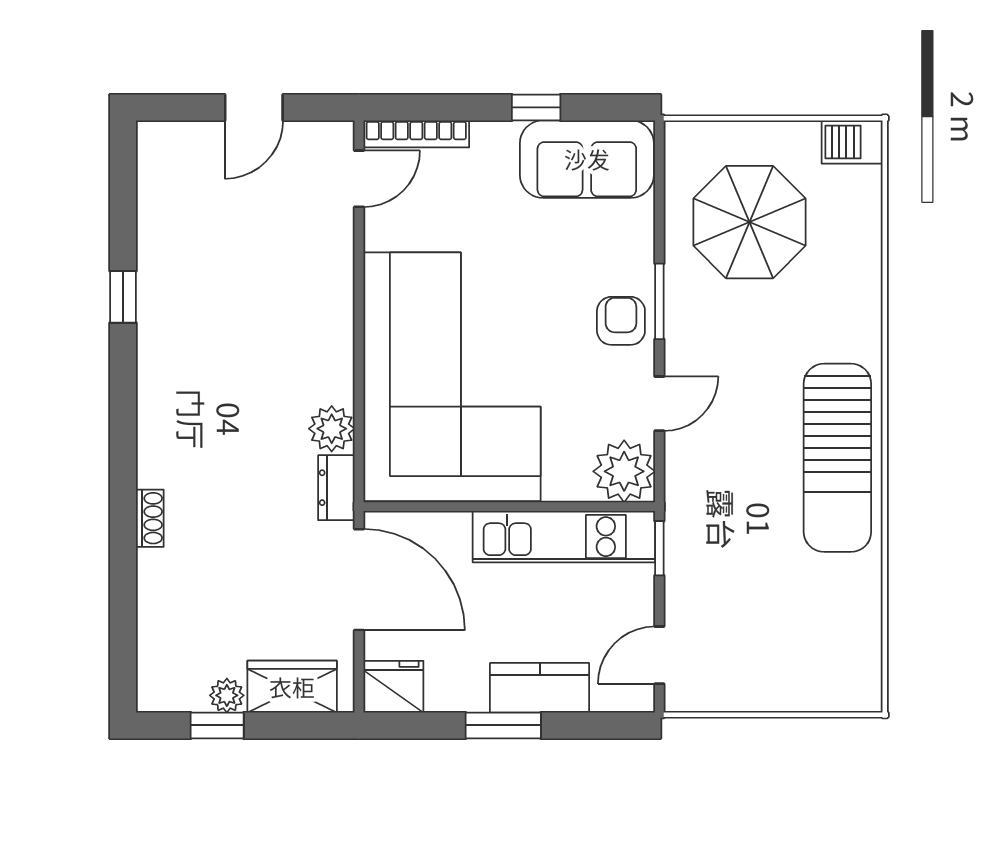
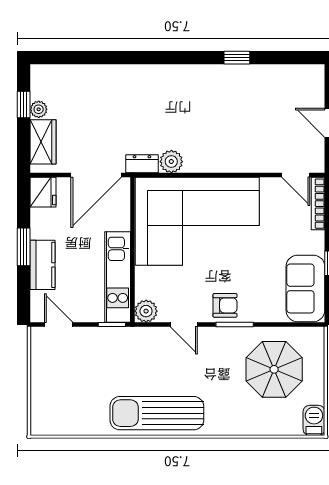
plant: (624, 471) -> (146, 311), width x0.73, depth x0.73
shoe rack: (150, 518) -> (127, 71), removed

